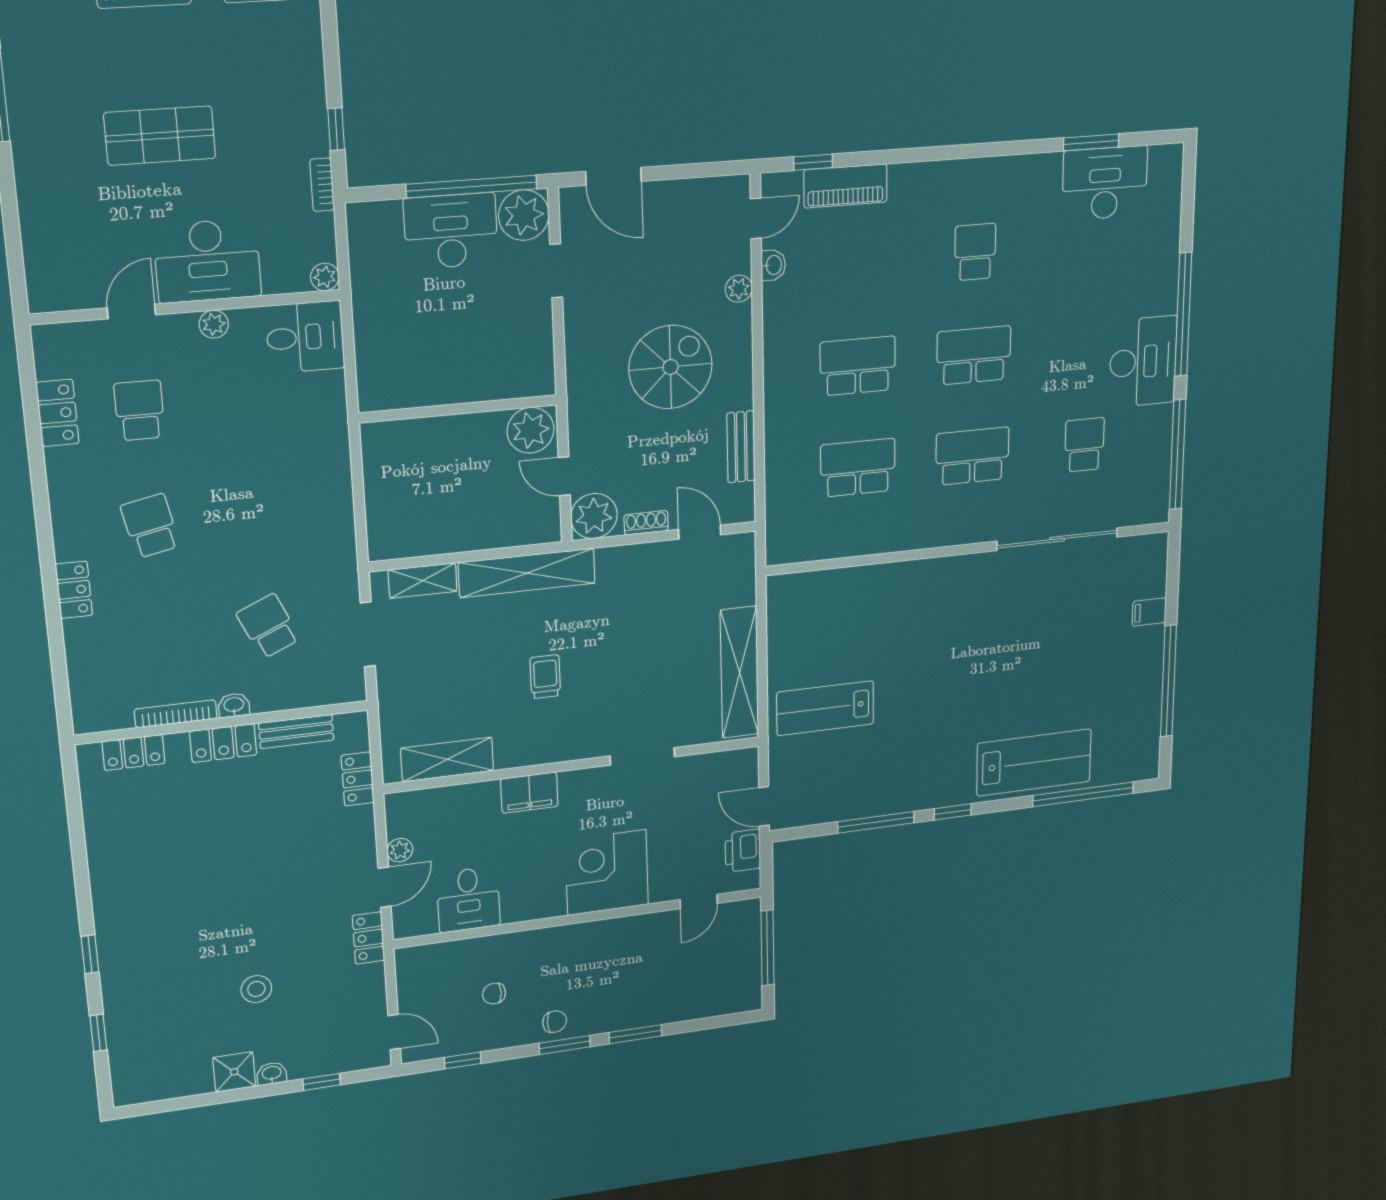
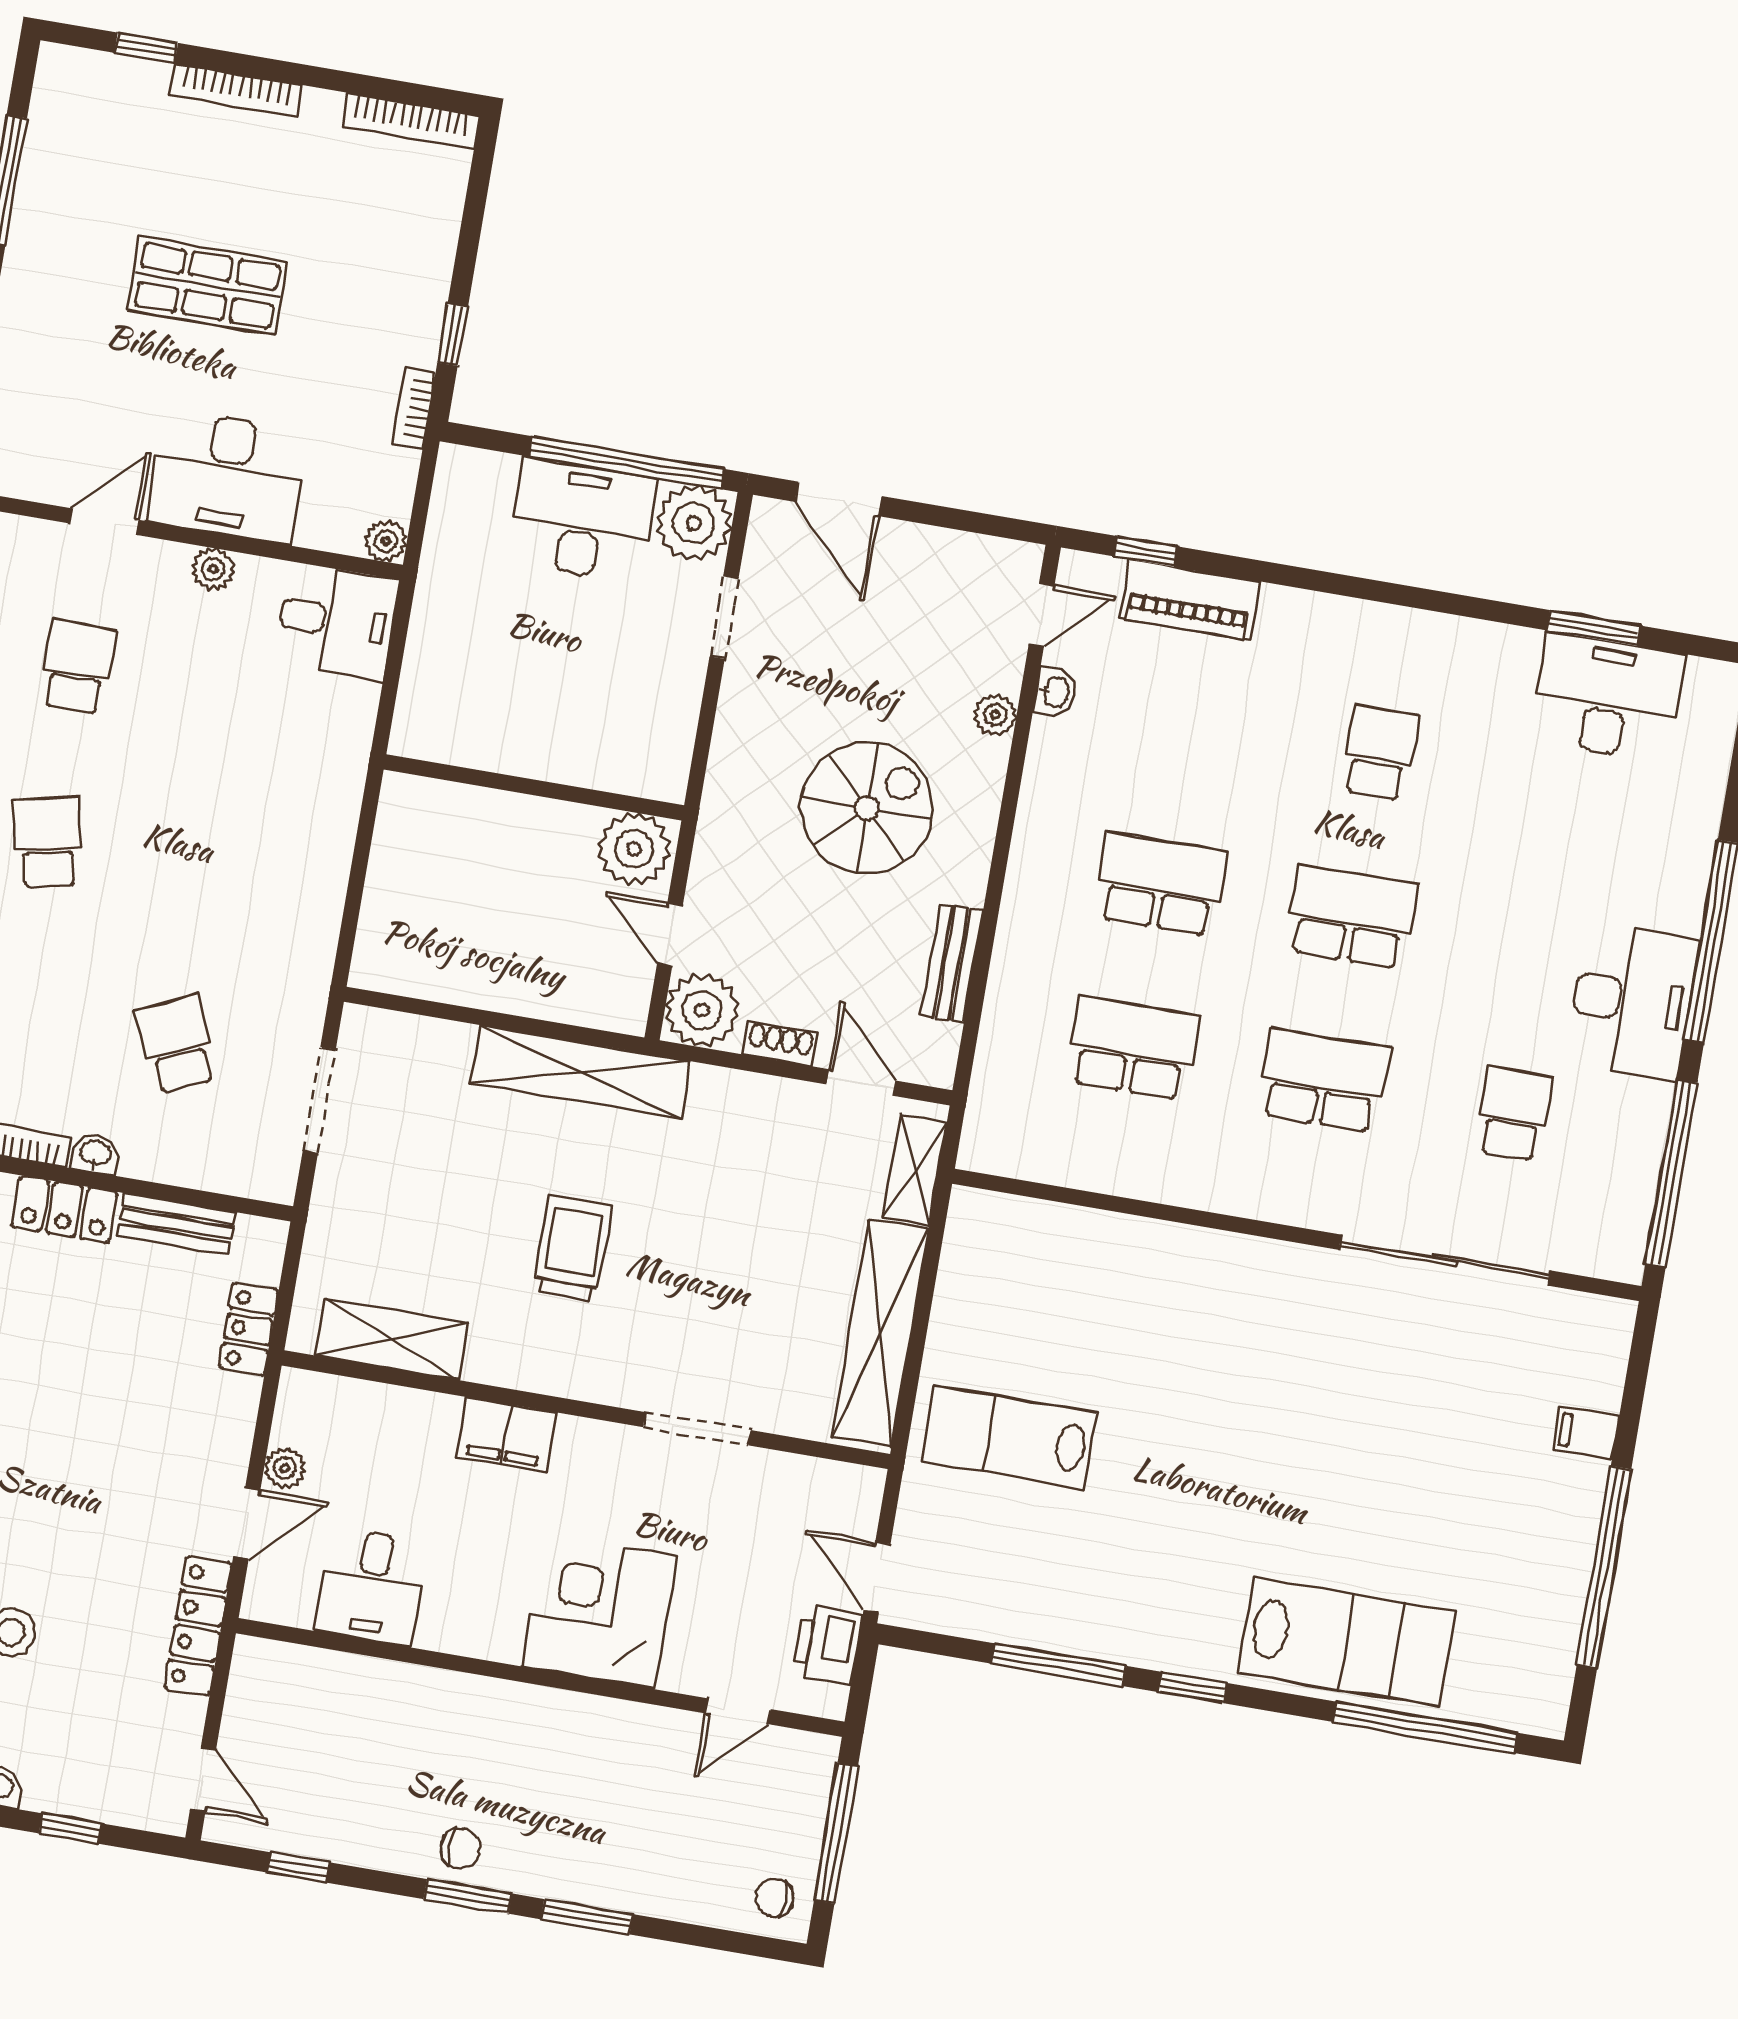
shelving: (423, 581) -> (915, 1170), moved, turned 90
trolley: (545, 677) -> (572, 1249), width x1.36, depth x1.39
locker: (369, 938) -> (198, 1626), width x1.53
chair: (494, 994) -> (774, 1898), moved

